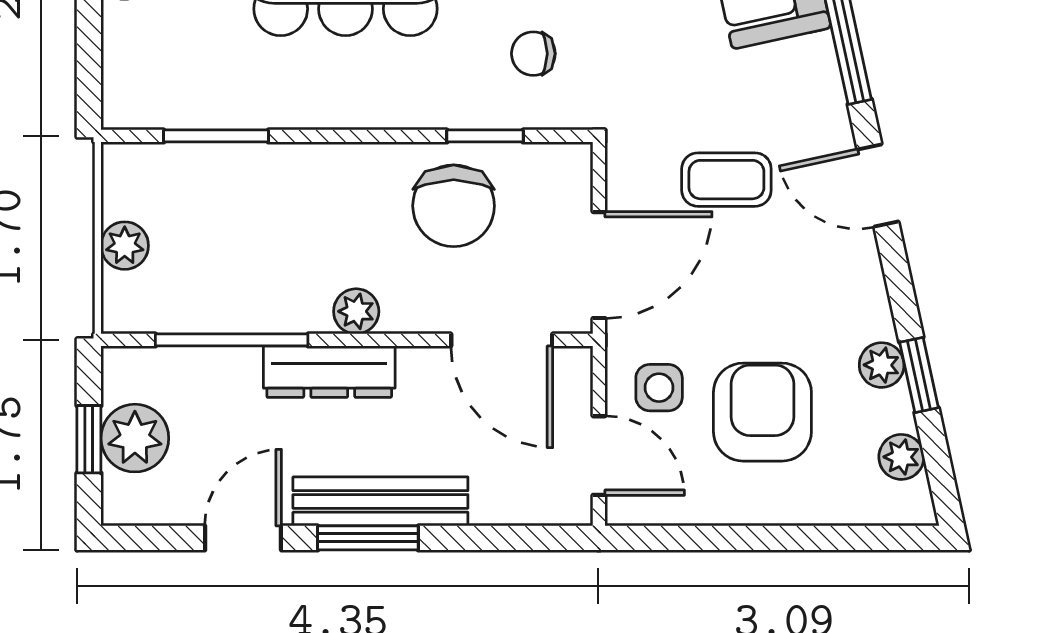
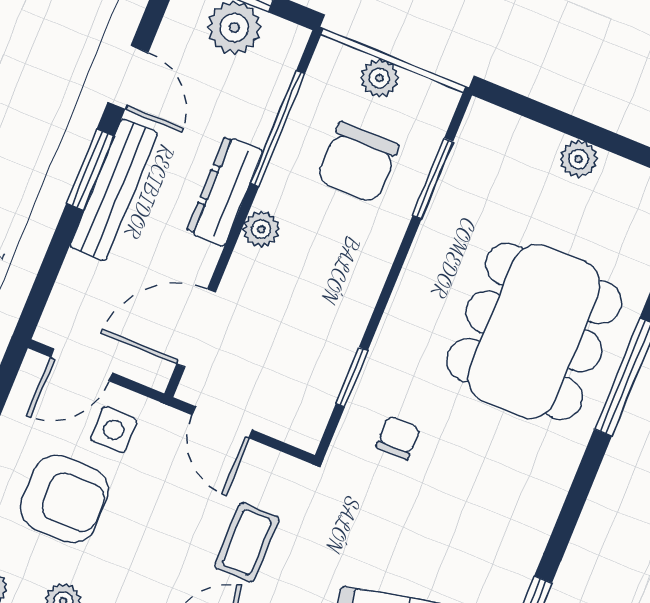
chair: (454, 206) -> (358, 163), moved, turned -90
door: (599, 265) -> (222, 422), width x0.73

